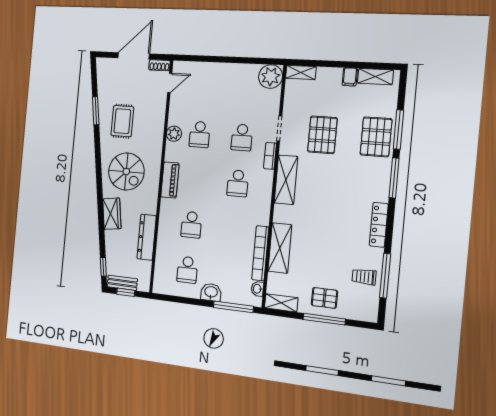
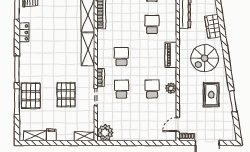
spiral stairs: (126, 172) -> (205, 58), turned -90
shelving: (286, 180) -> (88, 49), moved
locker: (379, 225) -> (24, 32), width x0.66

